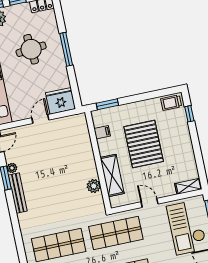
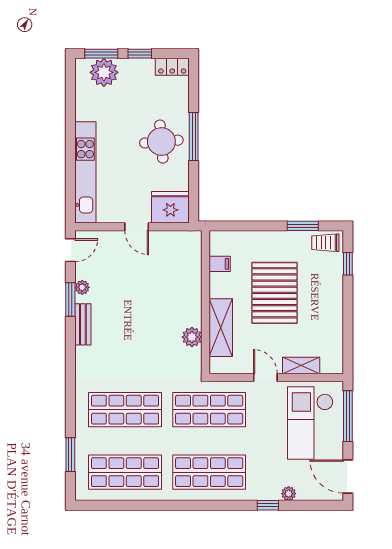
round table: (31, 49) -> (161, 142), moved
window: (107, 104) -> (303, 226), moved
door: (40, 119) -> (137, 227), swing flipped
shelving: (188, 186) -> (301, 365), moved
bench: (18, 193) -> (83, 324), width x0.73

